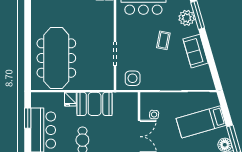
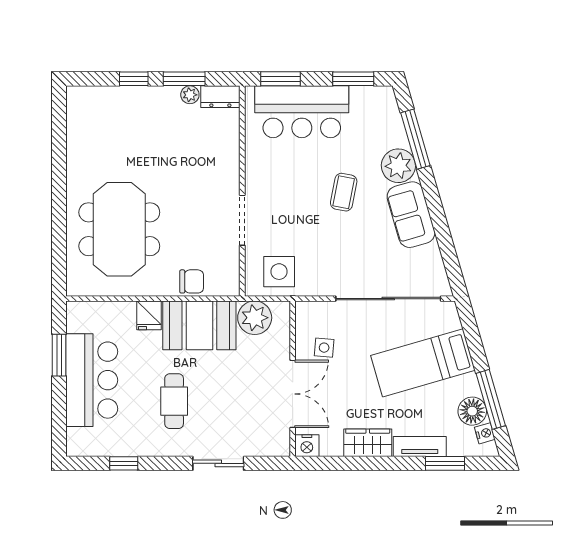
plant: (187, 18) -> (398, 166), moved
meeting table: (56, 58) -> (119, 229), width x0.73
chair: (91, 83) -> (192, 281), added
plant: (121, 100) -> (255, 318), added

